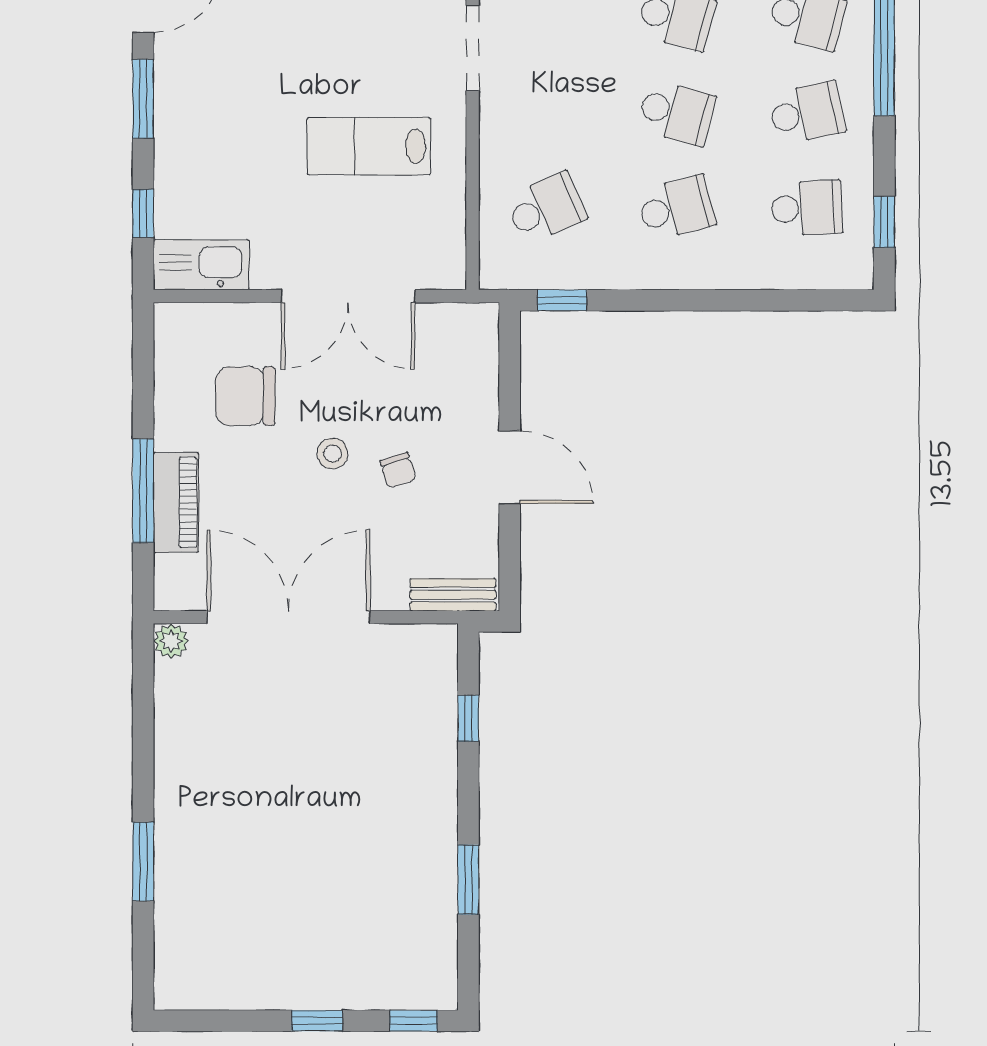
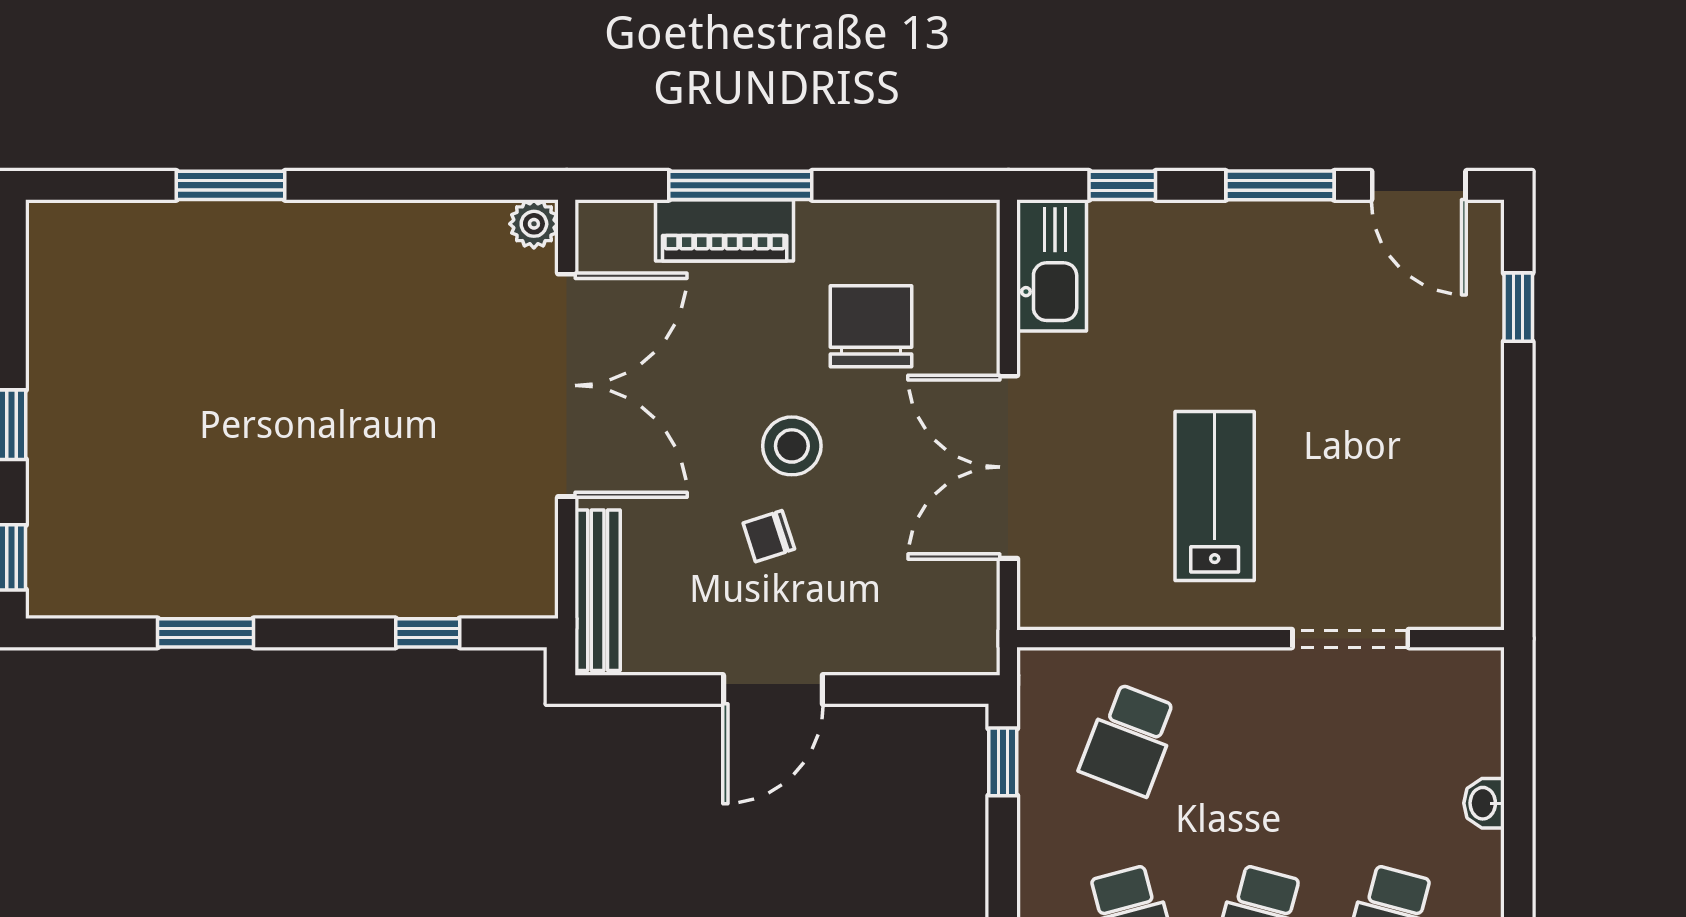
school desk: (546, 208) -> (1130, 739), turned 45
stool: (333, 454) -> (792, 446), width x1.37, depth x1.37
bench: (453, 595) -> (598, 590), width x1.36

